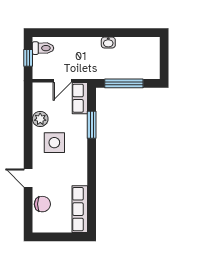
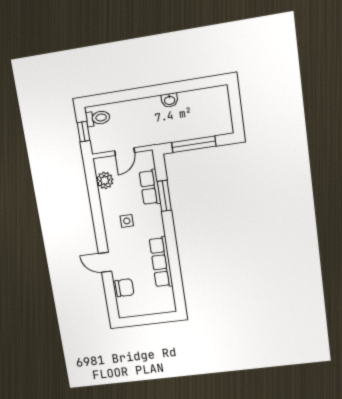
row of seats: (80, 98) -> (150, 187), moved
plant: (40, 119) -> (105, 180), moved
side table: (54, 143) -> (127, 221), width x0.54, depth x0.54
row of seats: (80, 209) -> (161, 262), moved

